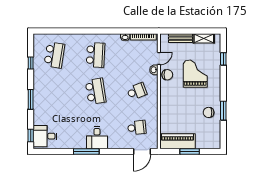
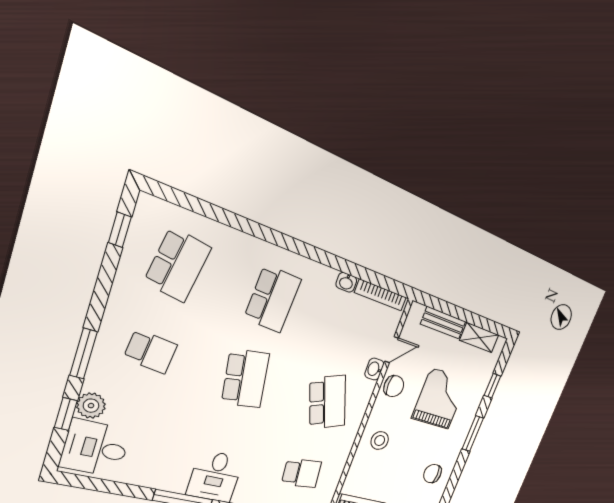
window: (31, 63) -> (120, 230), moved
school desk: (54, 91) -> (151, 351), added
school desk: (137, 91) -> (328, 402), width x1.85
stool: (171, 103) -> (380, 441), added
window: (223, 111) -> (473, 434), moved
plant: (39, 119) -> (91, 406), added
window: (31, 136) -> (66, 414), moved

